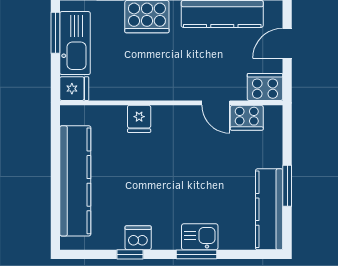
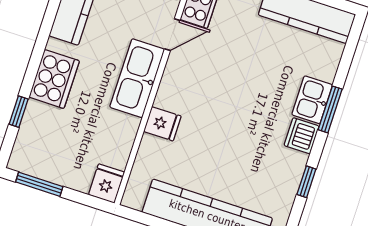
kitchen sink: (75, 43) -> (137, 78), moved, turned -90
dishwasher: (138, 238) -> (302, 136), moved

